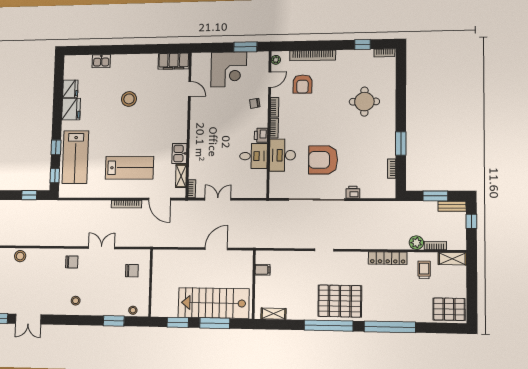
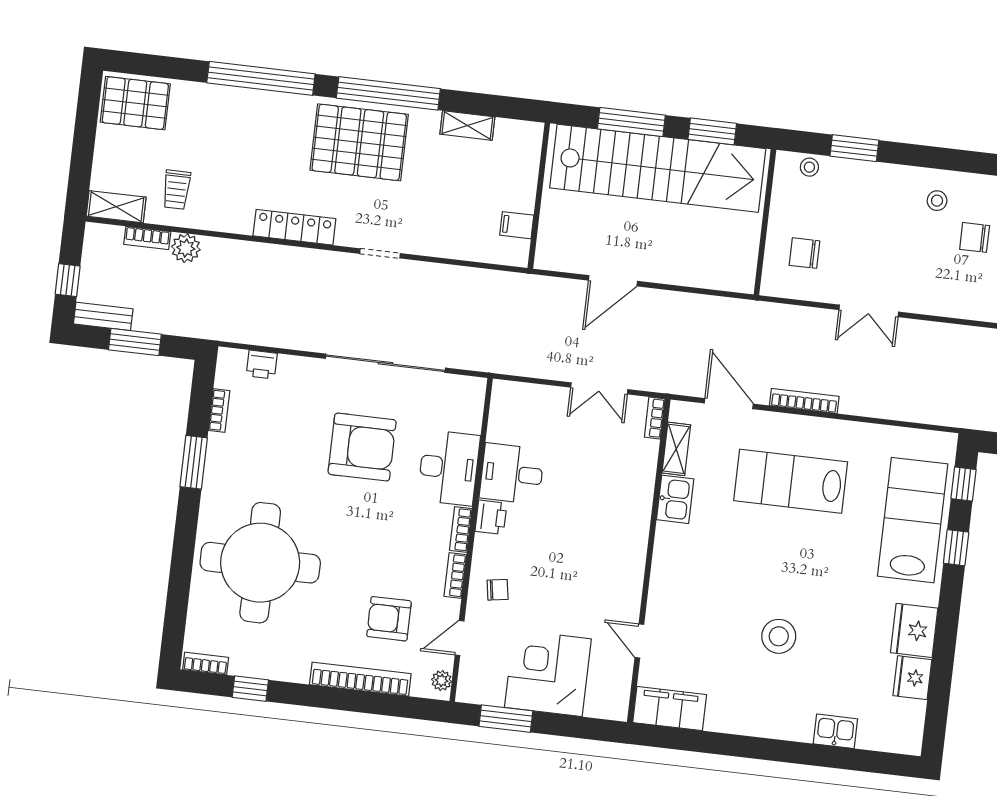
armchair: (302, 84) -> (389, 619), turned -90
round table: (364, 102) -> (260, 563), width x1.86, depth x1.86
printer: (353, 192) -> (262, 365), moved
locker: (388, 258) -> (294, 227), moved
chair: (72, 262) -> (975, 237), moved
stairs: (214, 303) -> (658, 168), width x1.36
shelving: (273, 314) -> (467, 126), moved

